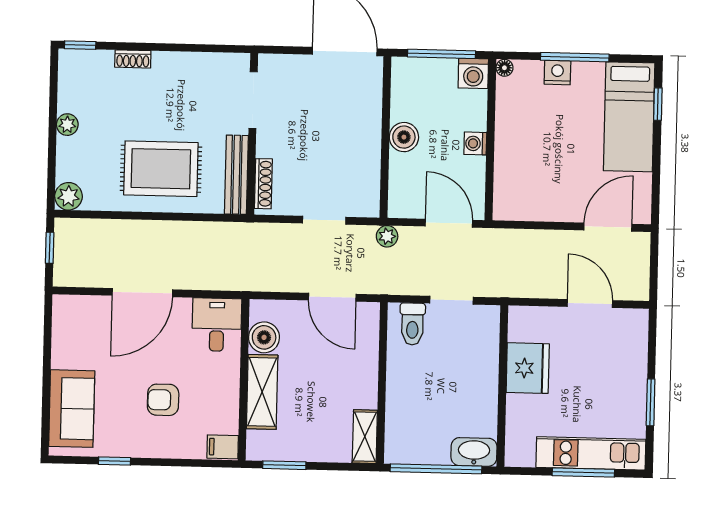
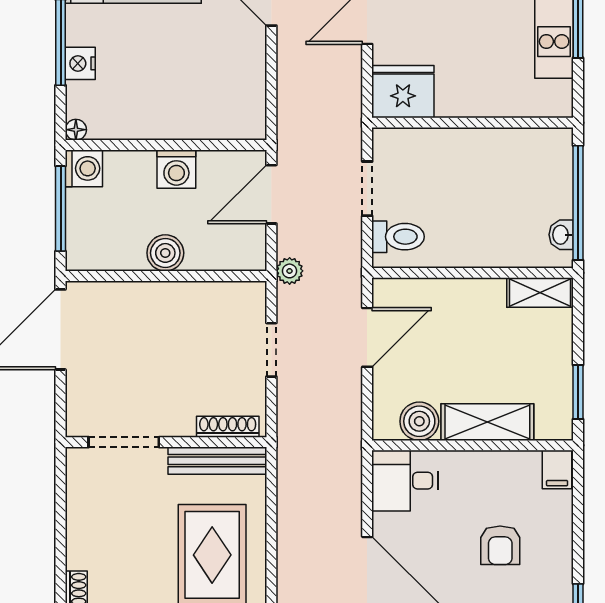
washing machine: (475, 143) -> (176, 169), width x1.38, depth x1.38
fridge: (528, 368) -> (403, 92), moved
washbasin: (474, 452) -> (561, 235), moved, width x0.52, depth x0.69

